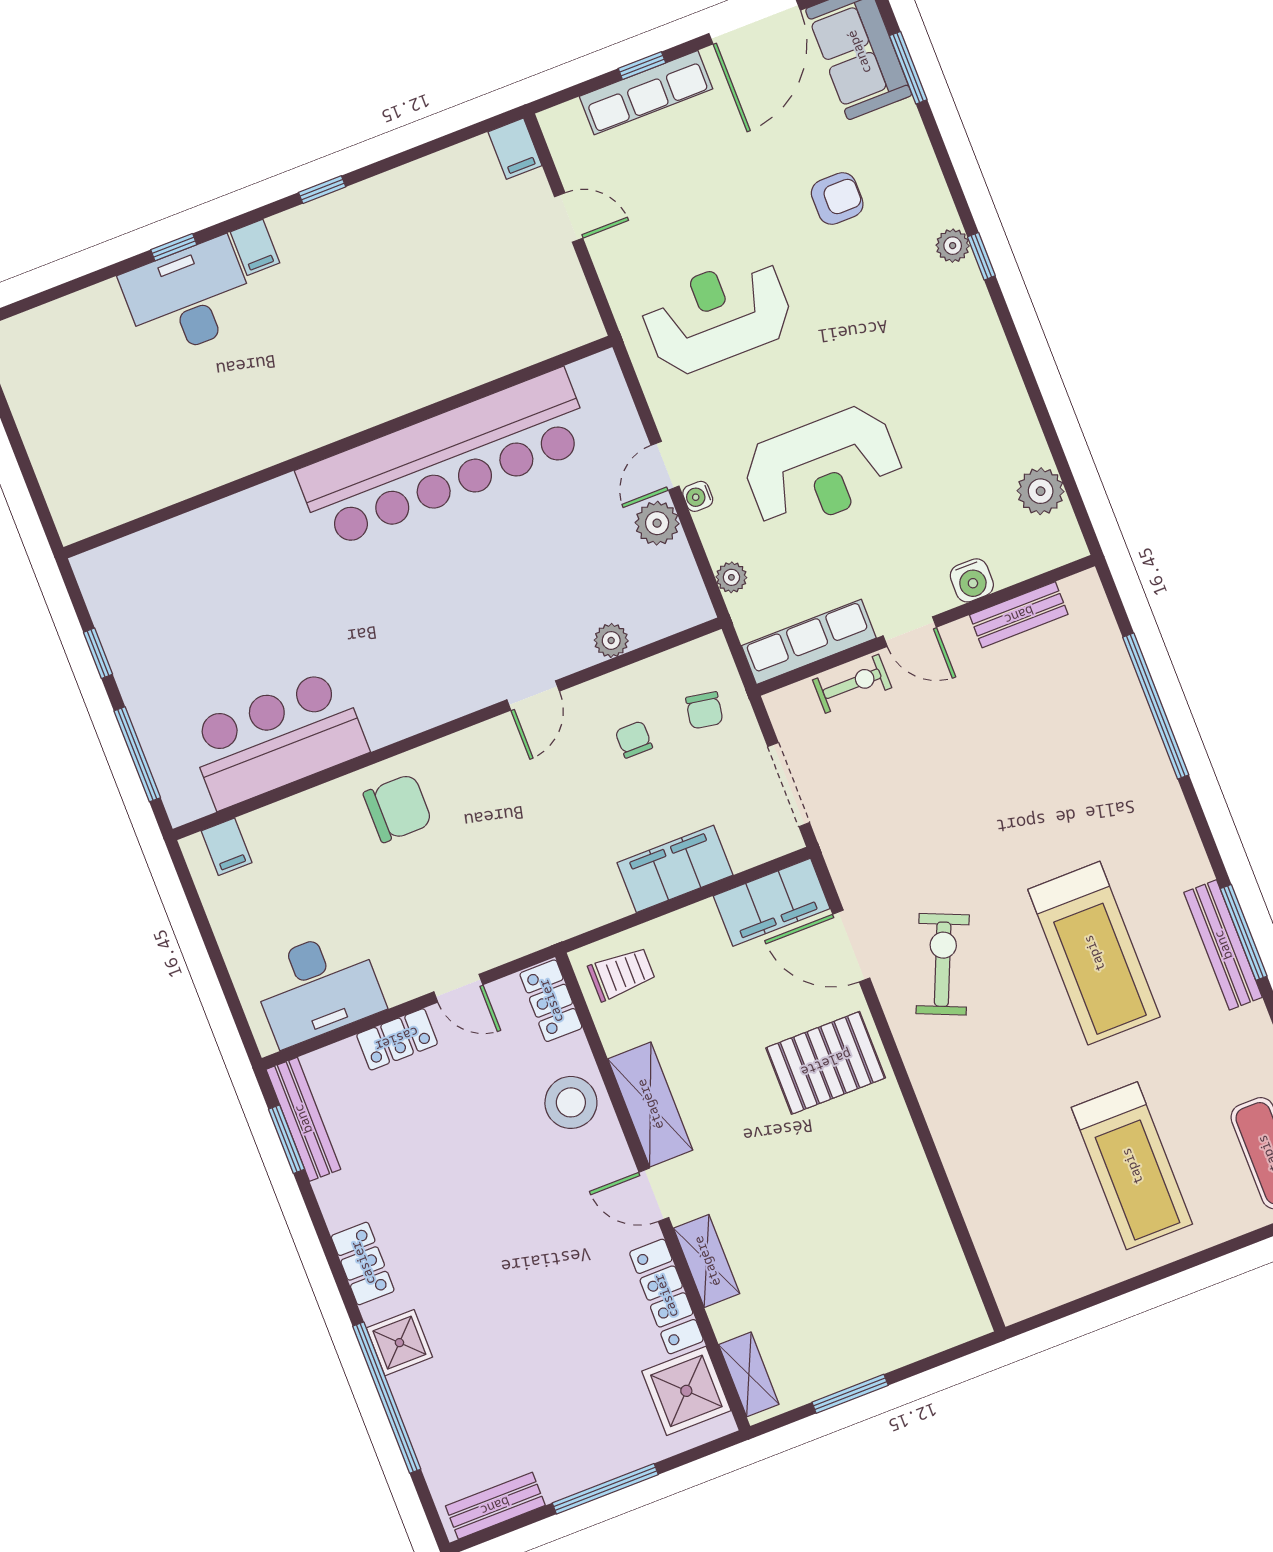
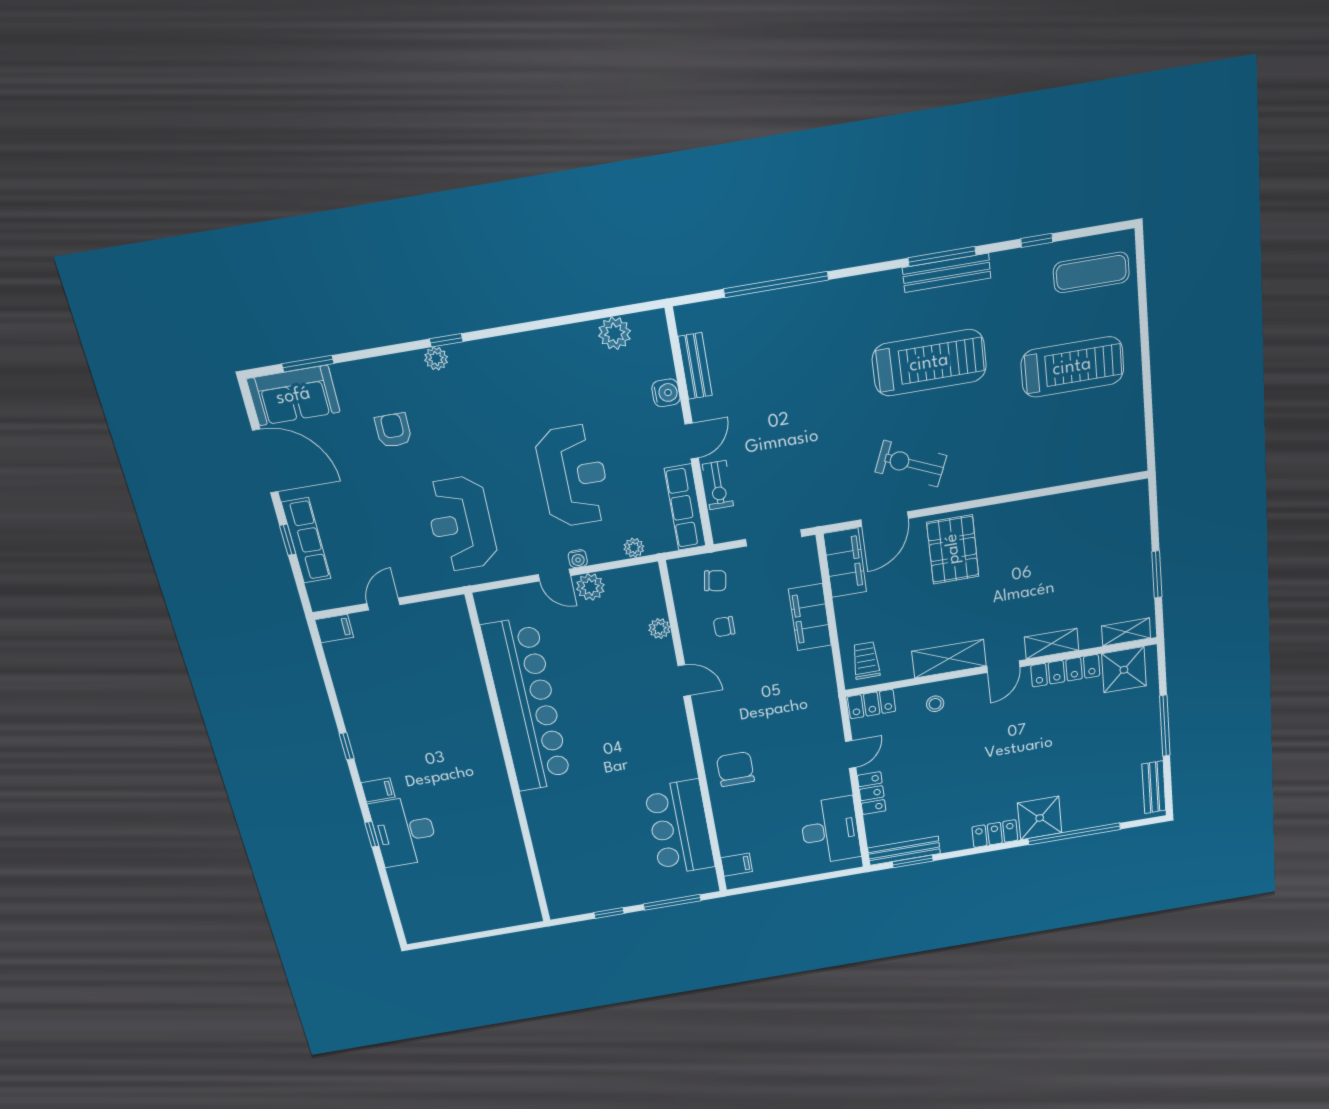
exercise bike: (852, 684) -> (718, 485), turned 180
stool: (571, 1102) -> (935, 704), width x0.53, depth x0.53
shower: (399, 1343) -> (1040, 818), width x1.36, depth x1.36

